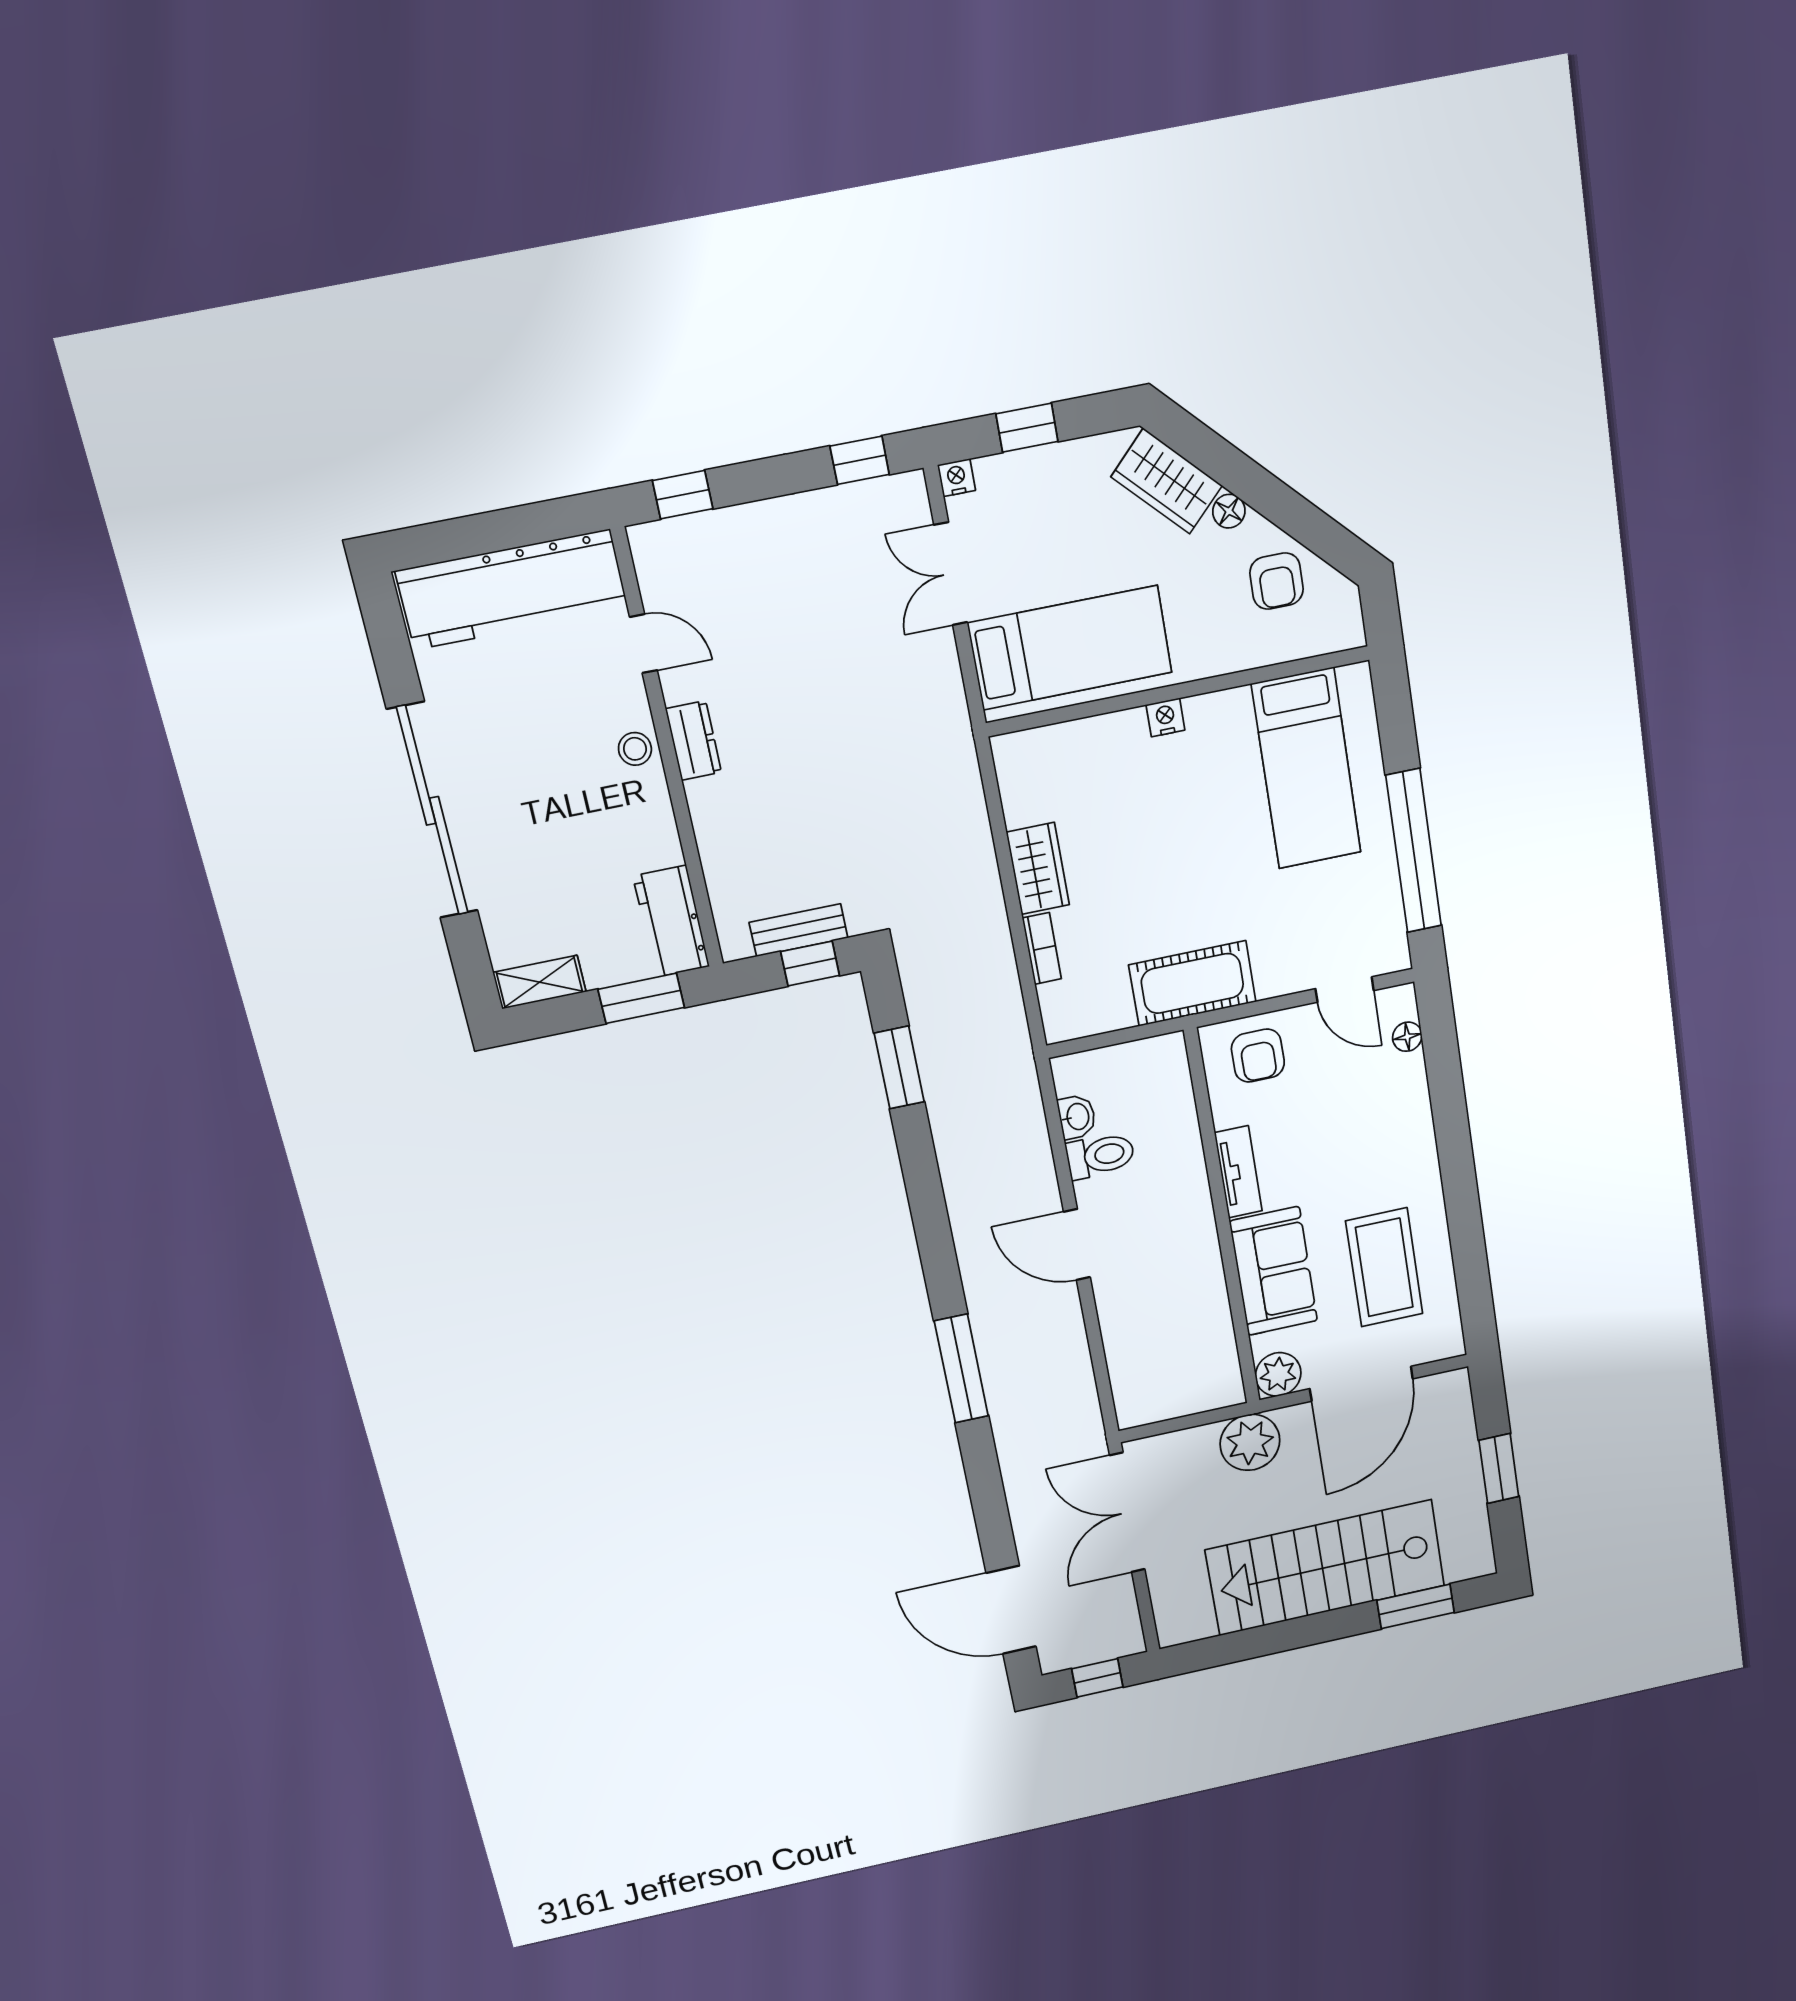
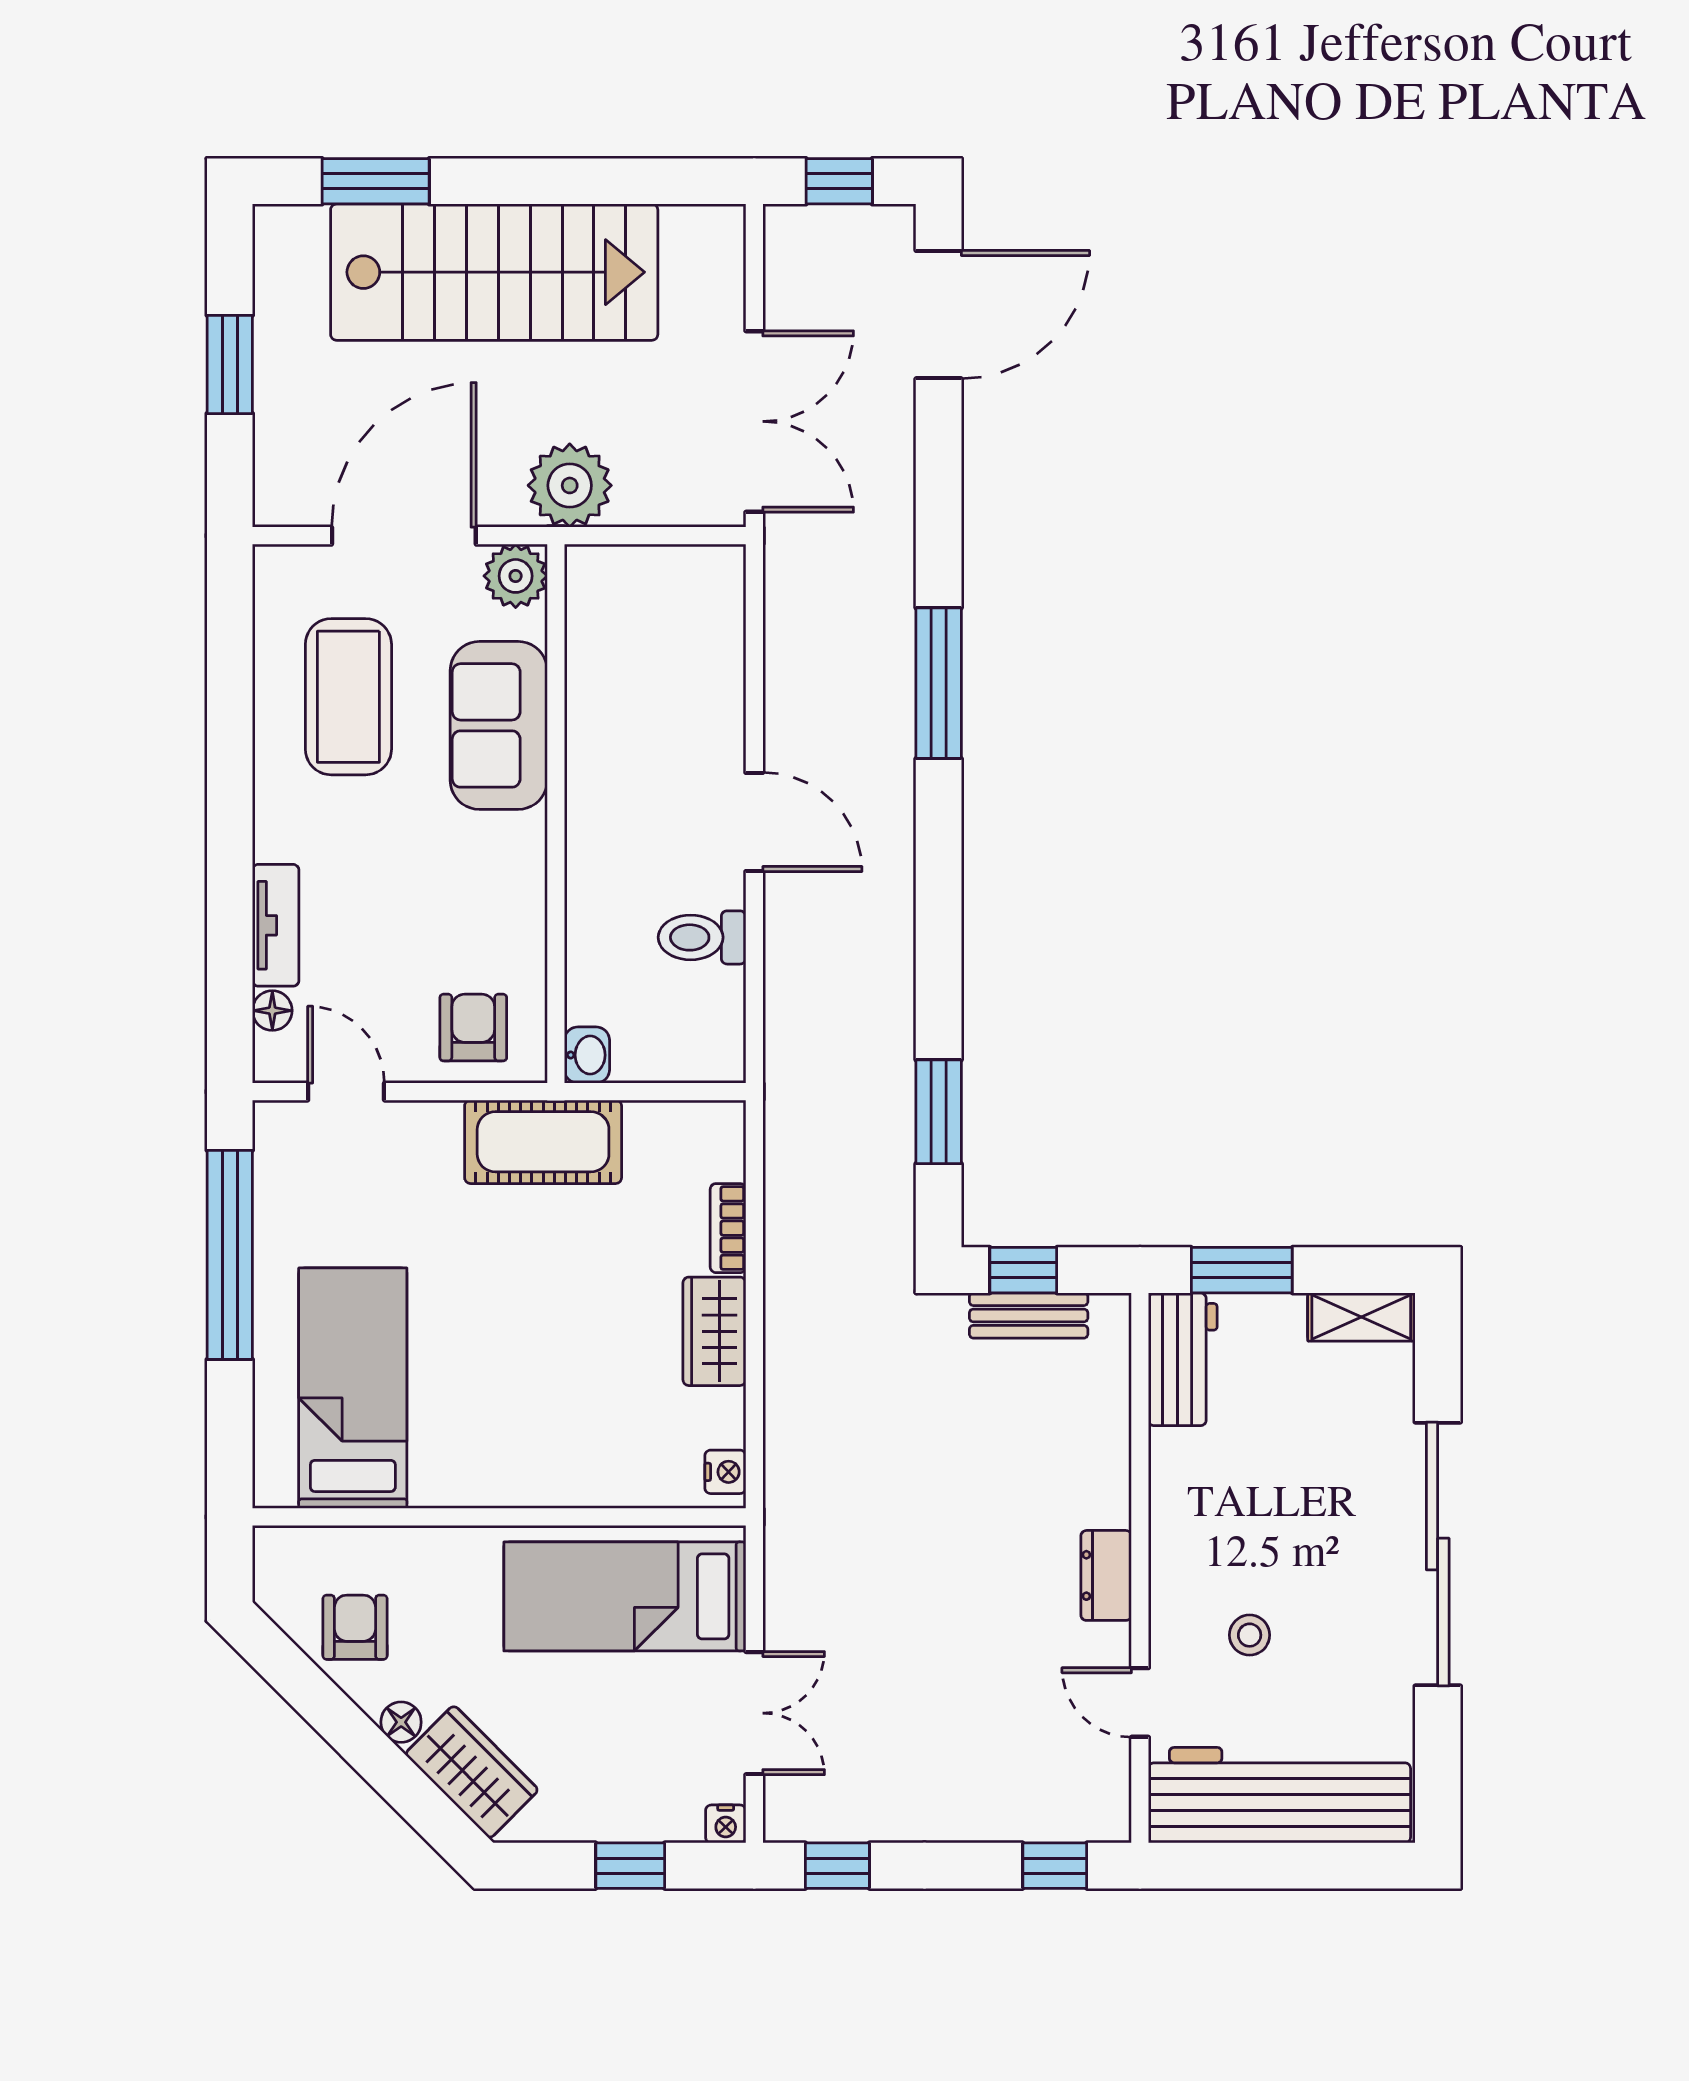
nightstand: (1165, 717) -> (725, 1472), moved, turned -90
stool: (635, 749) -> (1250, 1635), moved
washbasin: (1077, 1117) -> (587, 1055), moved, turned 180
tv unit: (1238, 1172) -> (276, 925), moved, turned 180
door: (1011, 1610) -> (939, 315), hinge flipped

